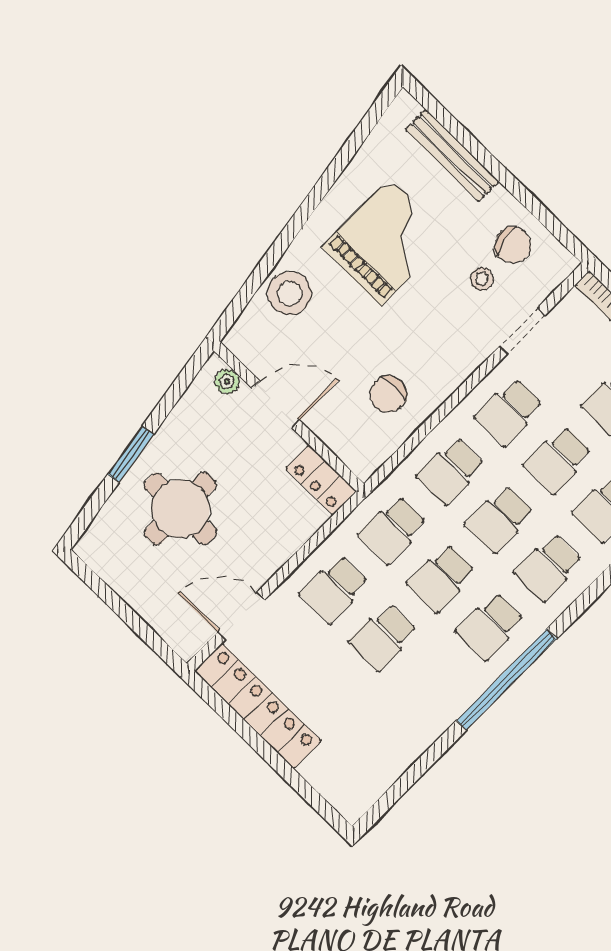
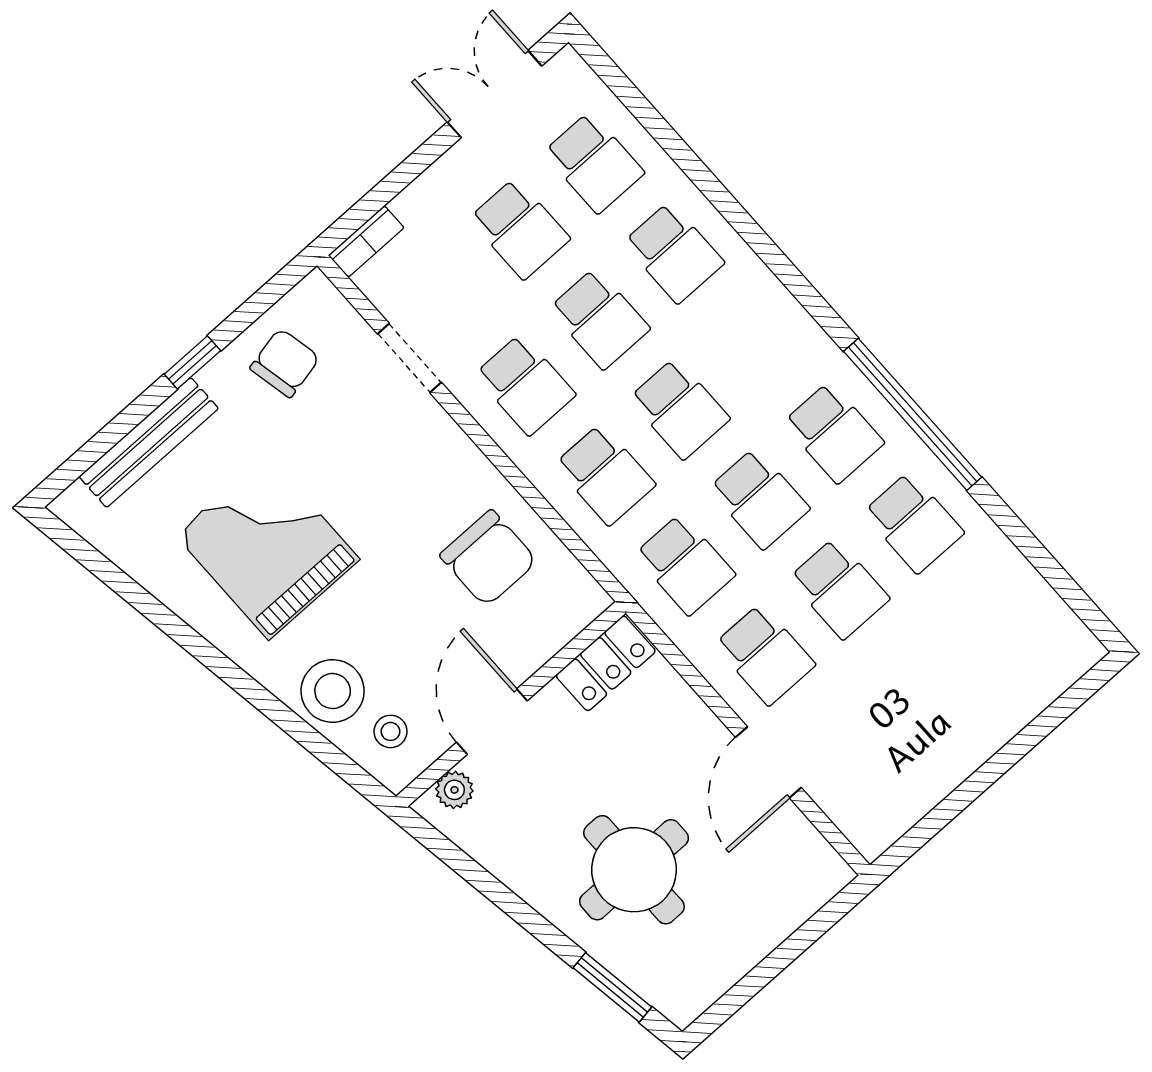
window: (509, 182) -> (192, 362), added
stool: (482, 279) -> (390, 731), moved
chair: (388, 394) -> (488, 558), width x1.37, depth x1.37
window: (131, 454) -> (612, 987), moved
school desk: (548, 567) -> (913, 523), moved
door: (241, 616) -> (768, 762), moved
locker: (258, 706) -> (927, 777), removed

